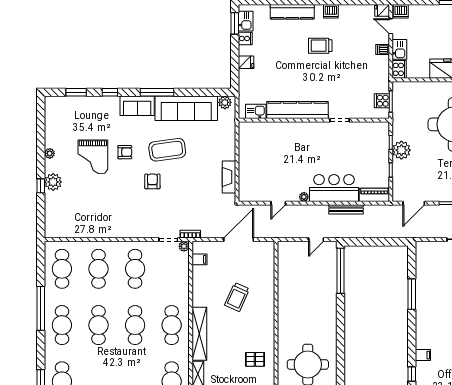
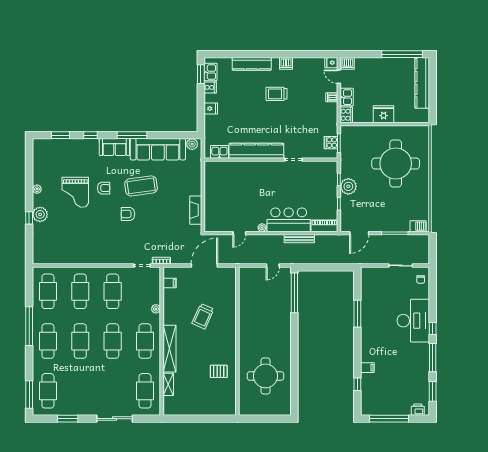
armchair: (152, 181) -> (128, 214), turned -90
plant: (184, 246) -> (156, 309), moved

